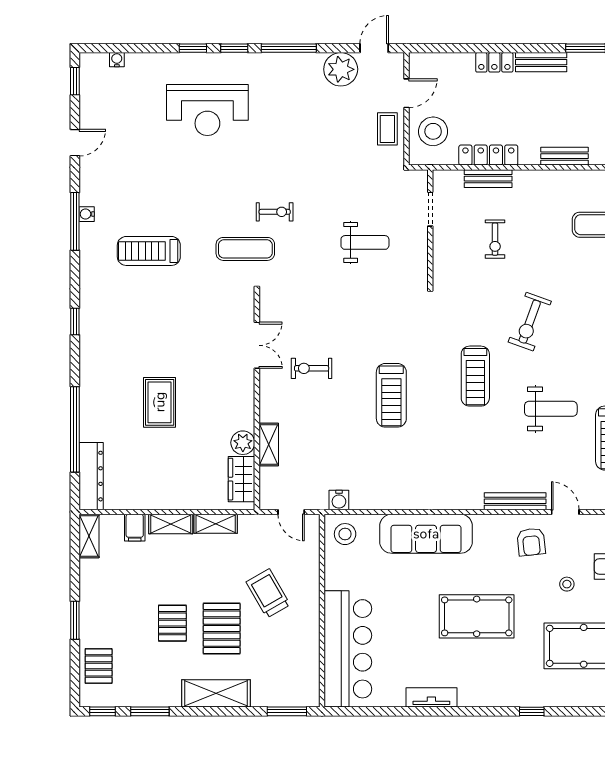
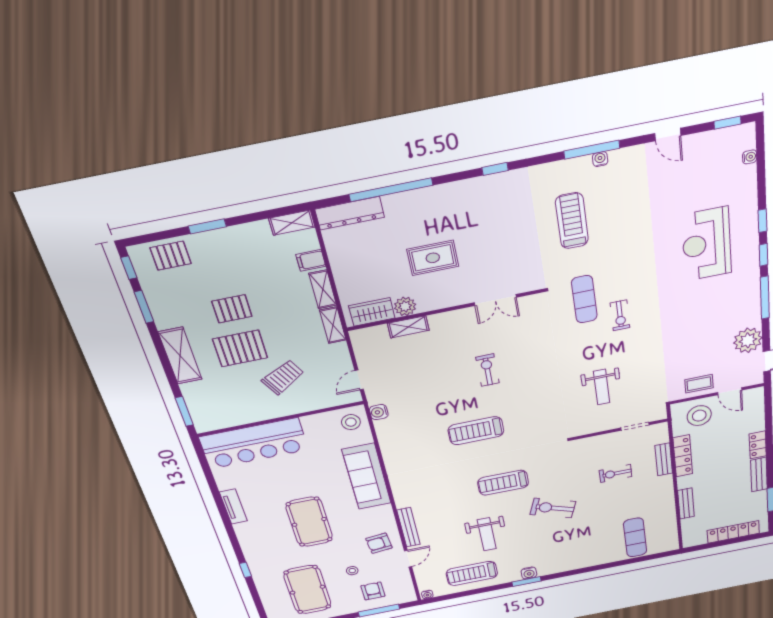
double door: (257, 345) -> (495, 300), moved
wall: (257, 400) -> (446, 310), moved
plant: (243, 443) -> (405, 306), moved
shelving: (269, 444) -> (408, 327), moved
wardrobe: (242, 479) -> (372, 312), moved

